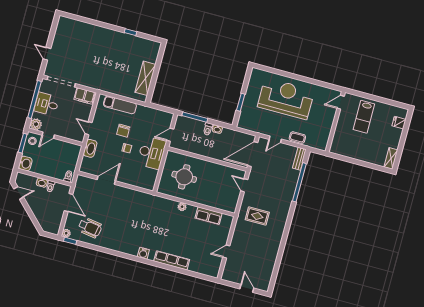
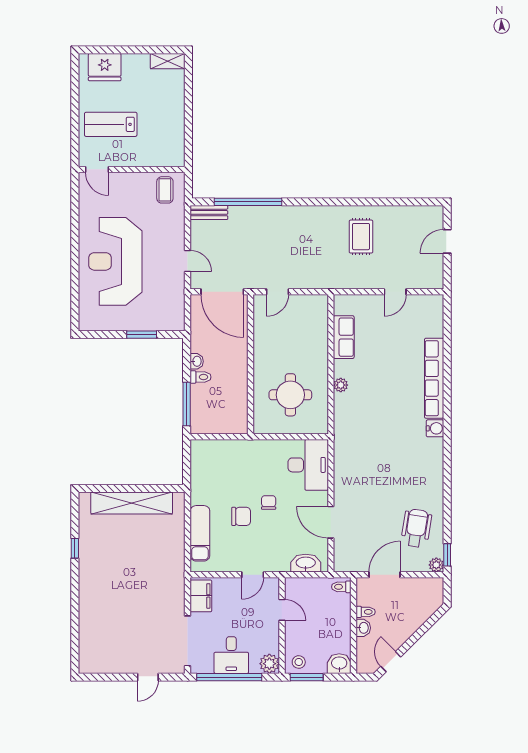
shelving: (145, 78) -> (132, 503), width x1.47
lab bench: (364, 117) -> (111, 124), turned 180
fridge: (399, 123) -> (105, 67), width x1.88, depth x1.34
door: (48, 135) -> (282, 610), moved
door: (170, 135) -> (227, 437), removed
coffee table: (297, 138) -> (165, 190), moved
washbasin: (90, 148) -> (306, 563), moved
desk: (152, 153) -> (308, 465), moved, turned 90
rug: (257, 216) -> (361, 237), moved
door: (226, 252) -> (395, 292), hinge flipped
row of seats: (172, 260) -> (434, 378), width x1.36

